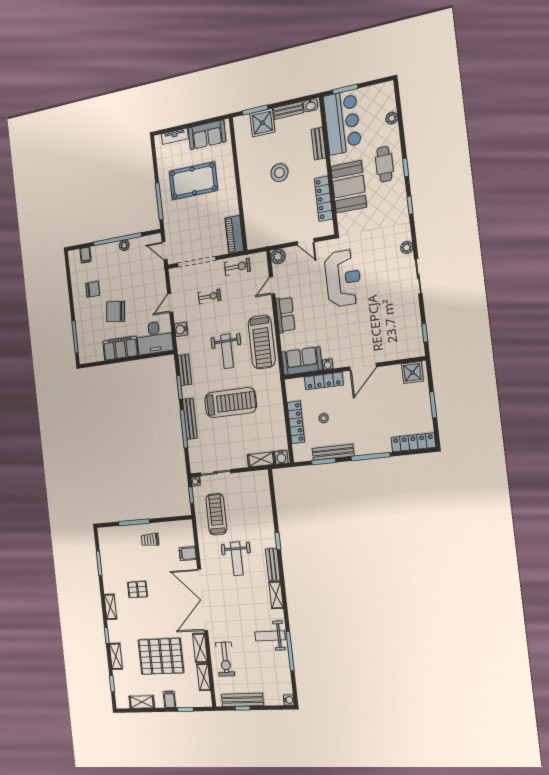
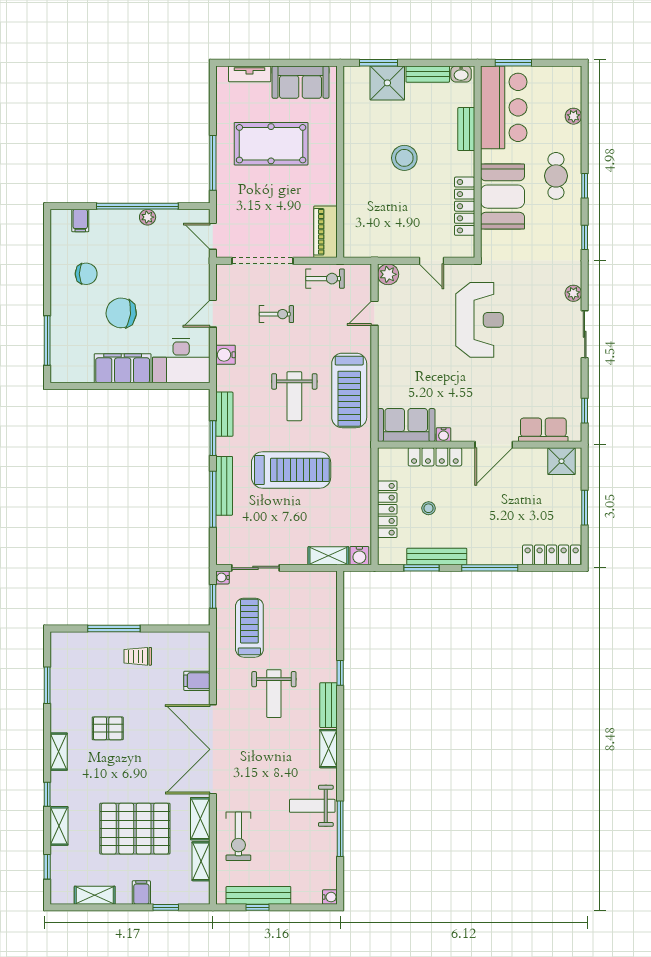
row of seats: (285, 315) -> (543, 430), moved, turned -90

